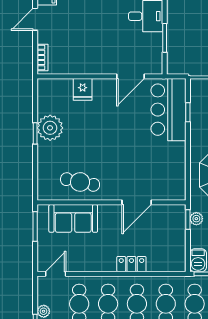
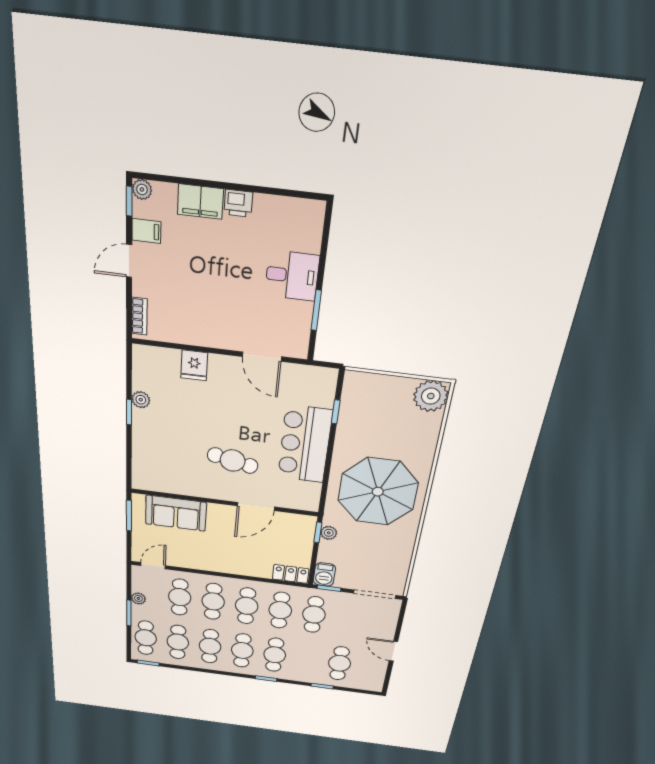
door: (130, 76) -> (262, 357), hinge flipped
bar counter: (169, 110) -> (305, 444), moved
plant: (50, 128) -> (141, 400), width x0.53, depth x0.53
cafe table: (80, 182) -> (233, 461), moved
locker: (131, 264) -> (291, 574), moved

